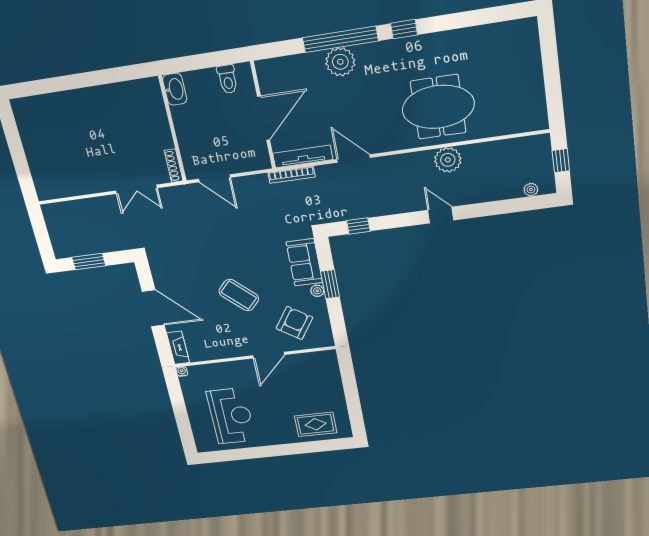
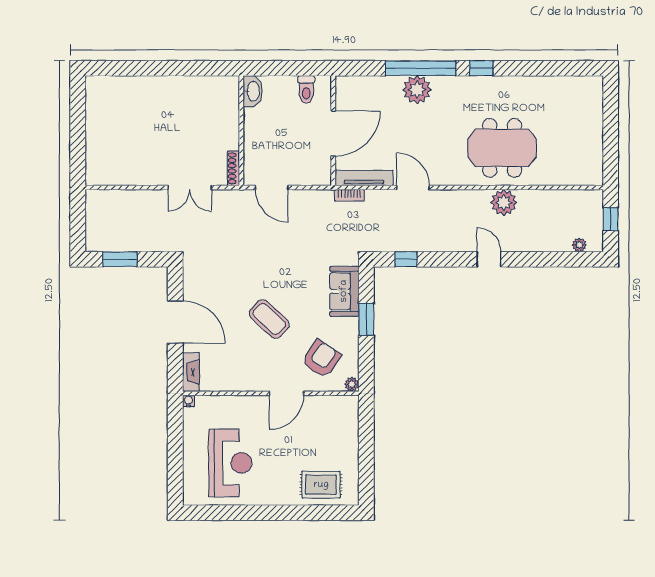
bookcase: (292, 175) -> (349, 195), width x0.64
plant: (317, 291) -> (352, 384), moved

